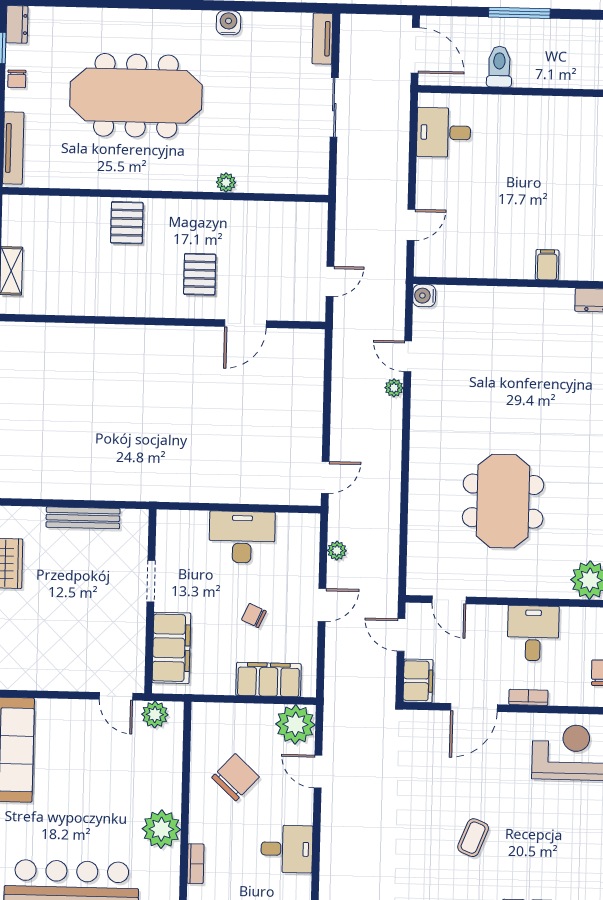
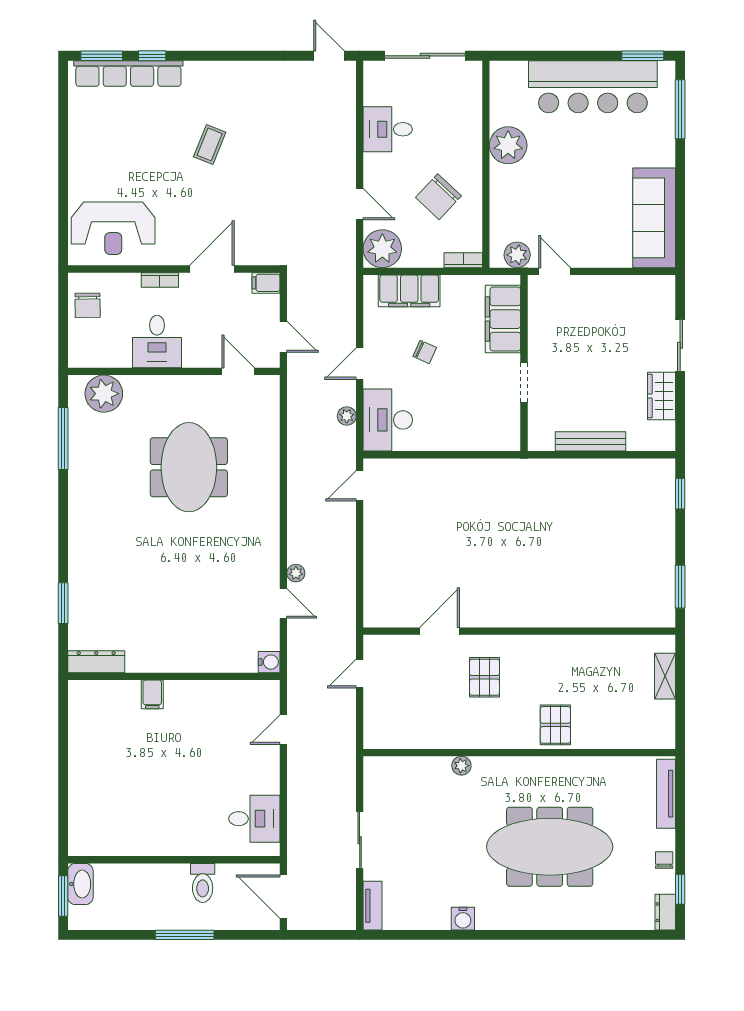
desk: (242, 537) -> (388, 420), moved, turned 90
filing cabinet: (418, 681) -> (266, 283), width x0.50
bookcase: (196, 864) -> (463, 260), moved, turned 90

